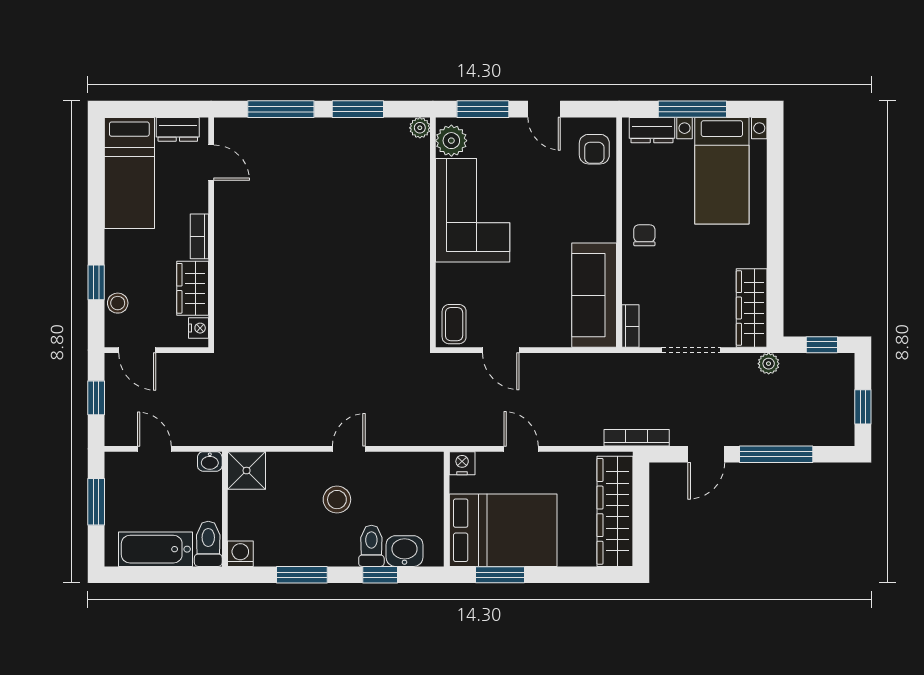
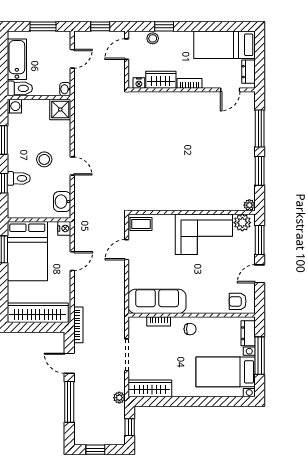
bookcase: (630, 326) -> (159, 321), moved
washbasin: (404, 551) -> (62, 202), moved, turned 180

